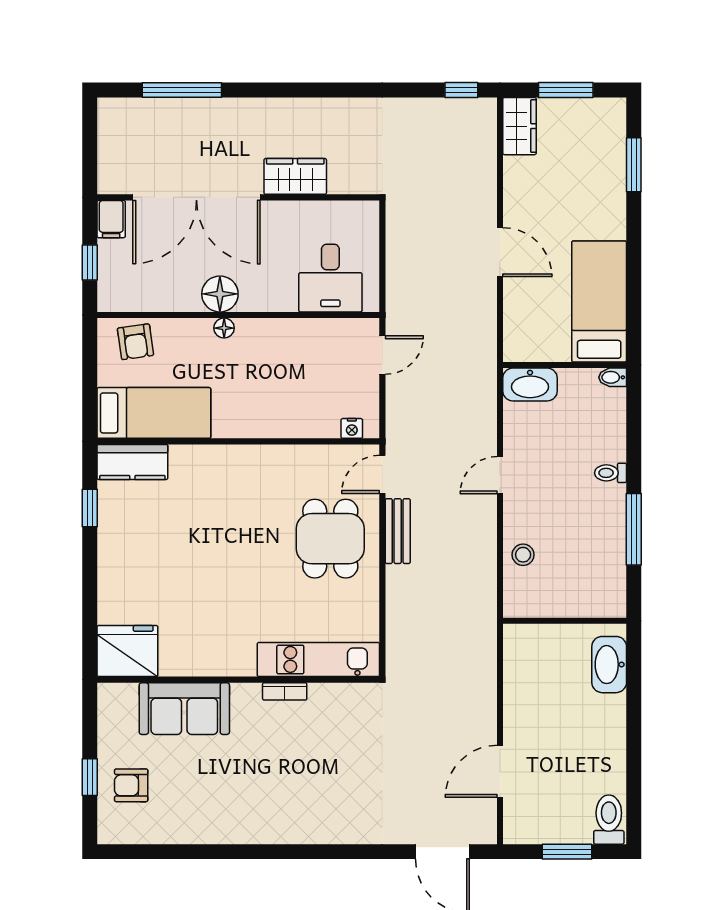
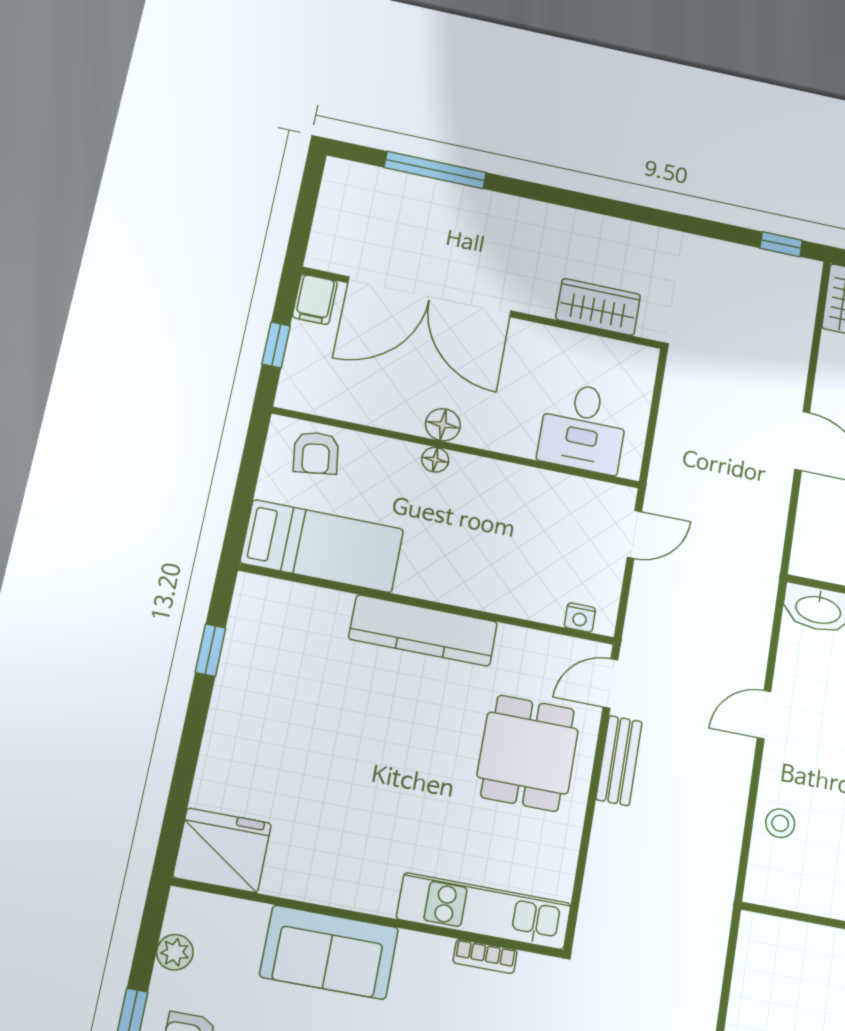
wardrobe: (295, 176) -> (598, 307), moved
floor lamp: (220, 294) -> (443, 425), width x0.73, depth x0.73
kitchen counter: (132, 462) -> (423, 630), moved, width x1.50
bookcase: (285, 691) -> (485, 956), moved
sofa: (184, 709) -> (329, 952), moved
plant: (110, 728) -> (175, 952), added

